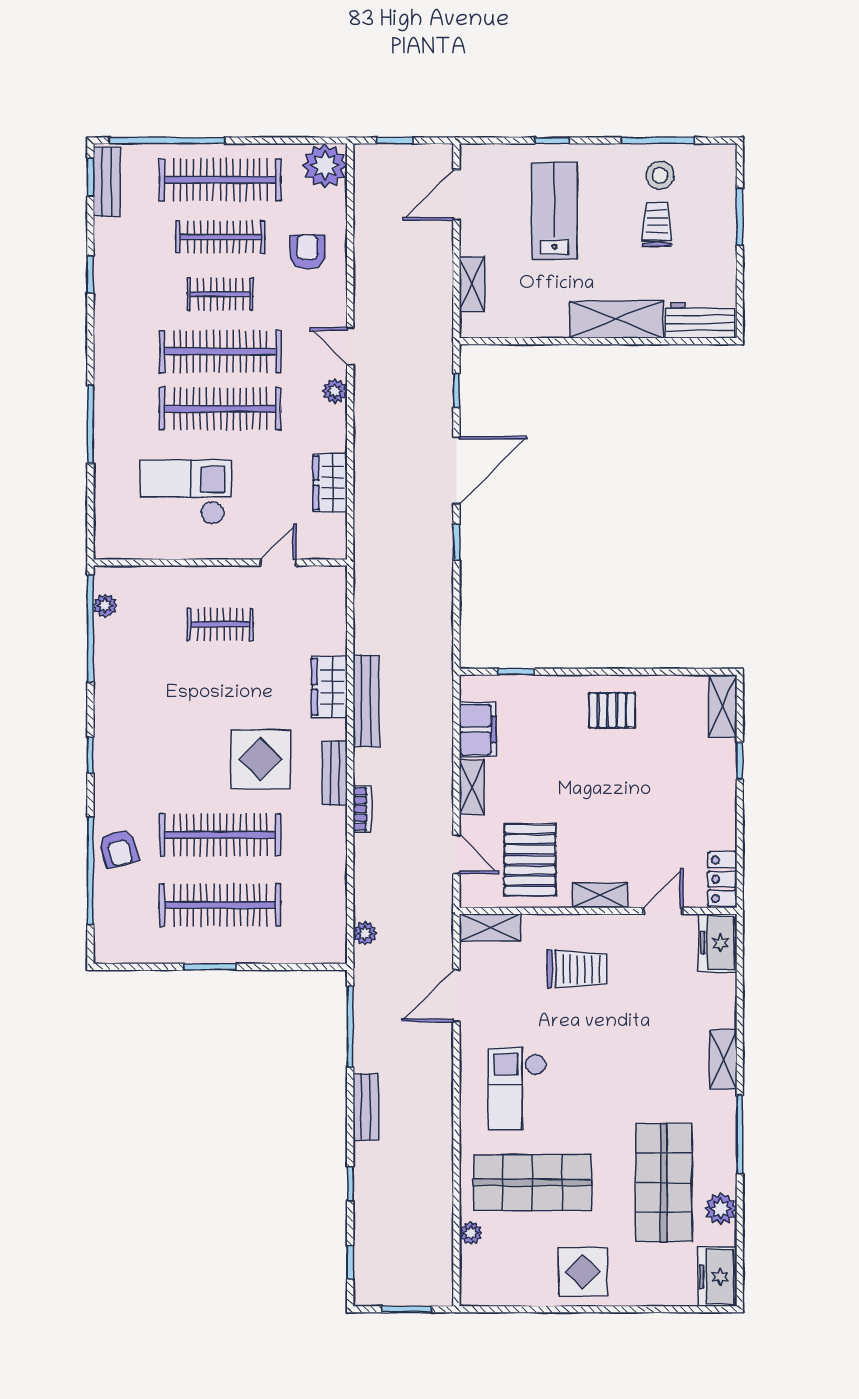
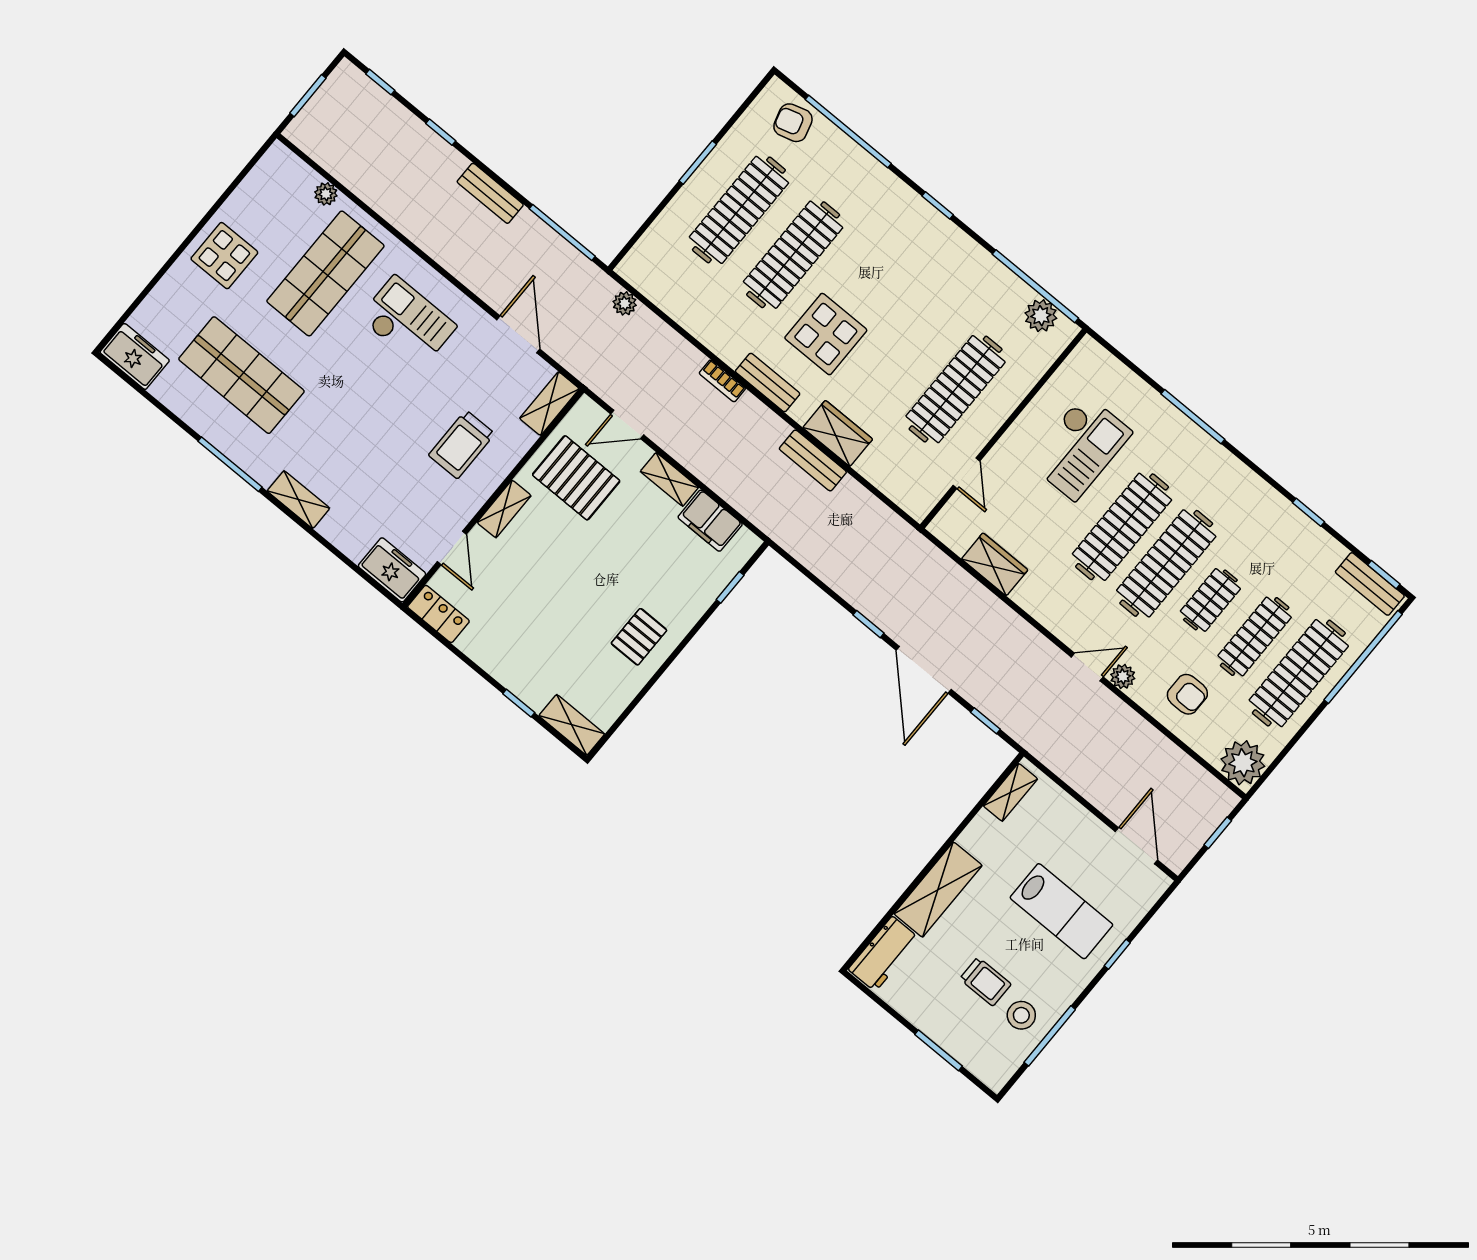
shelving: (472, 284) -> (1010, 792), moved, turned 90
plant: (335, 391) -> (1123, 676), moved
plant: (105, 606) -> (1041, 316), width x1.38, depth x1.38
clothes rail: (220, 624) -> (956, 389), width x1.86, depth x1.31
bench: (366, 701) -> (813, 460), width x0.73
armchair: (119, 848) -> (793, 123), moved
plant: (721, 1209) -> (185, 402), removed

